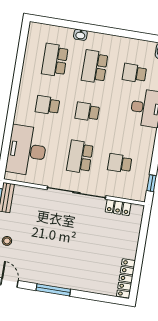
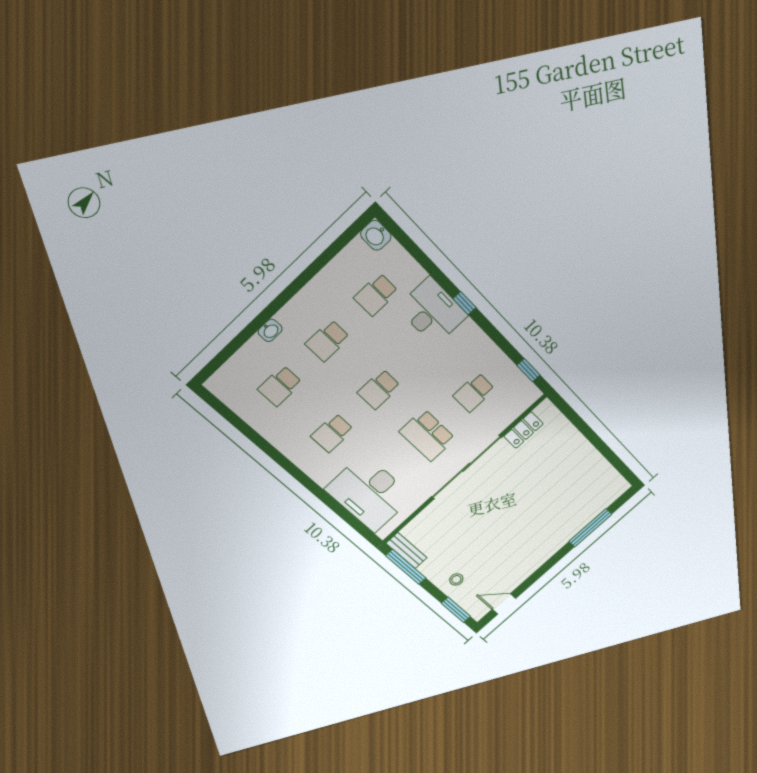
school desk: (55, 60) -> (280, 386), width x0.54
school desk: (95, 67) -> (328, 341), width x0.54
locker: (126, 278) -> (608, 475), removed
window: (53, 290) -> (590, 528), moved

